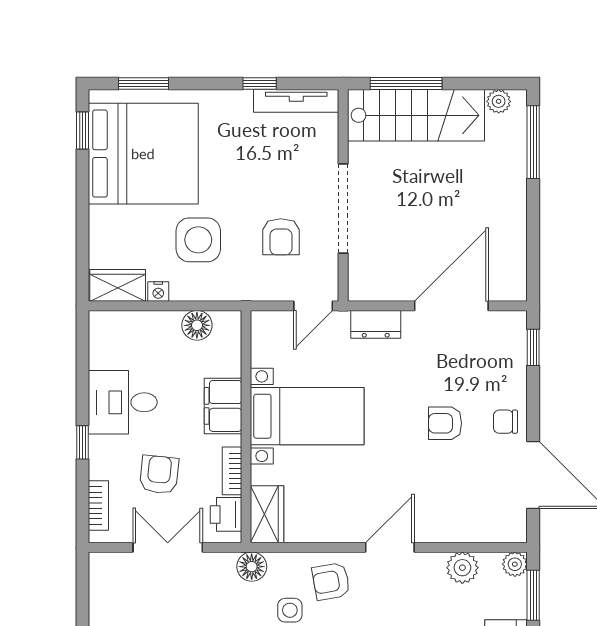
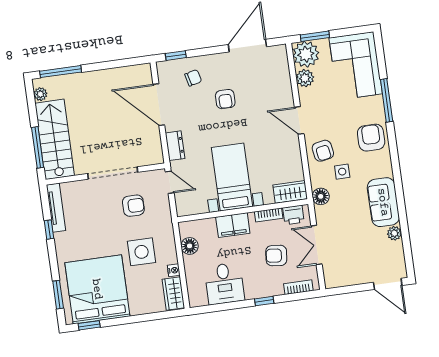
desk: (123, 402) -> (224, 284), moved
chair: (505, 422) -> (193, 78), moved, turned -104
plant: (515, 564) -> (306, 54), width x1.87, depth x1.87

